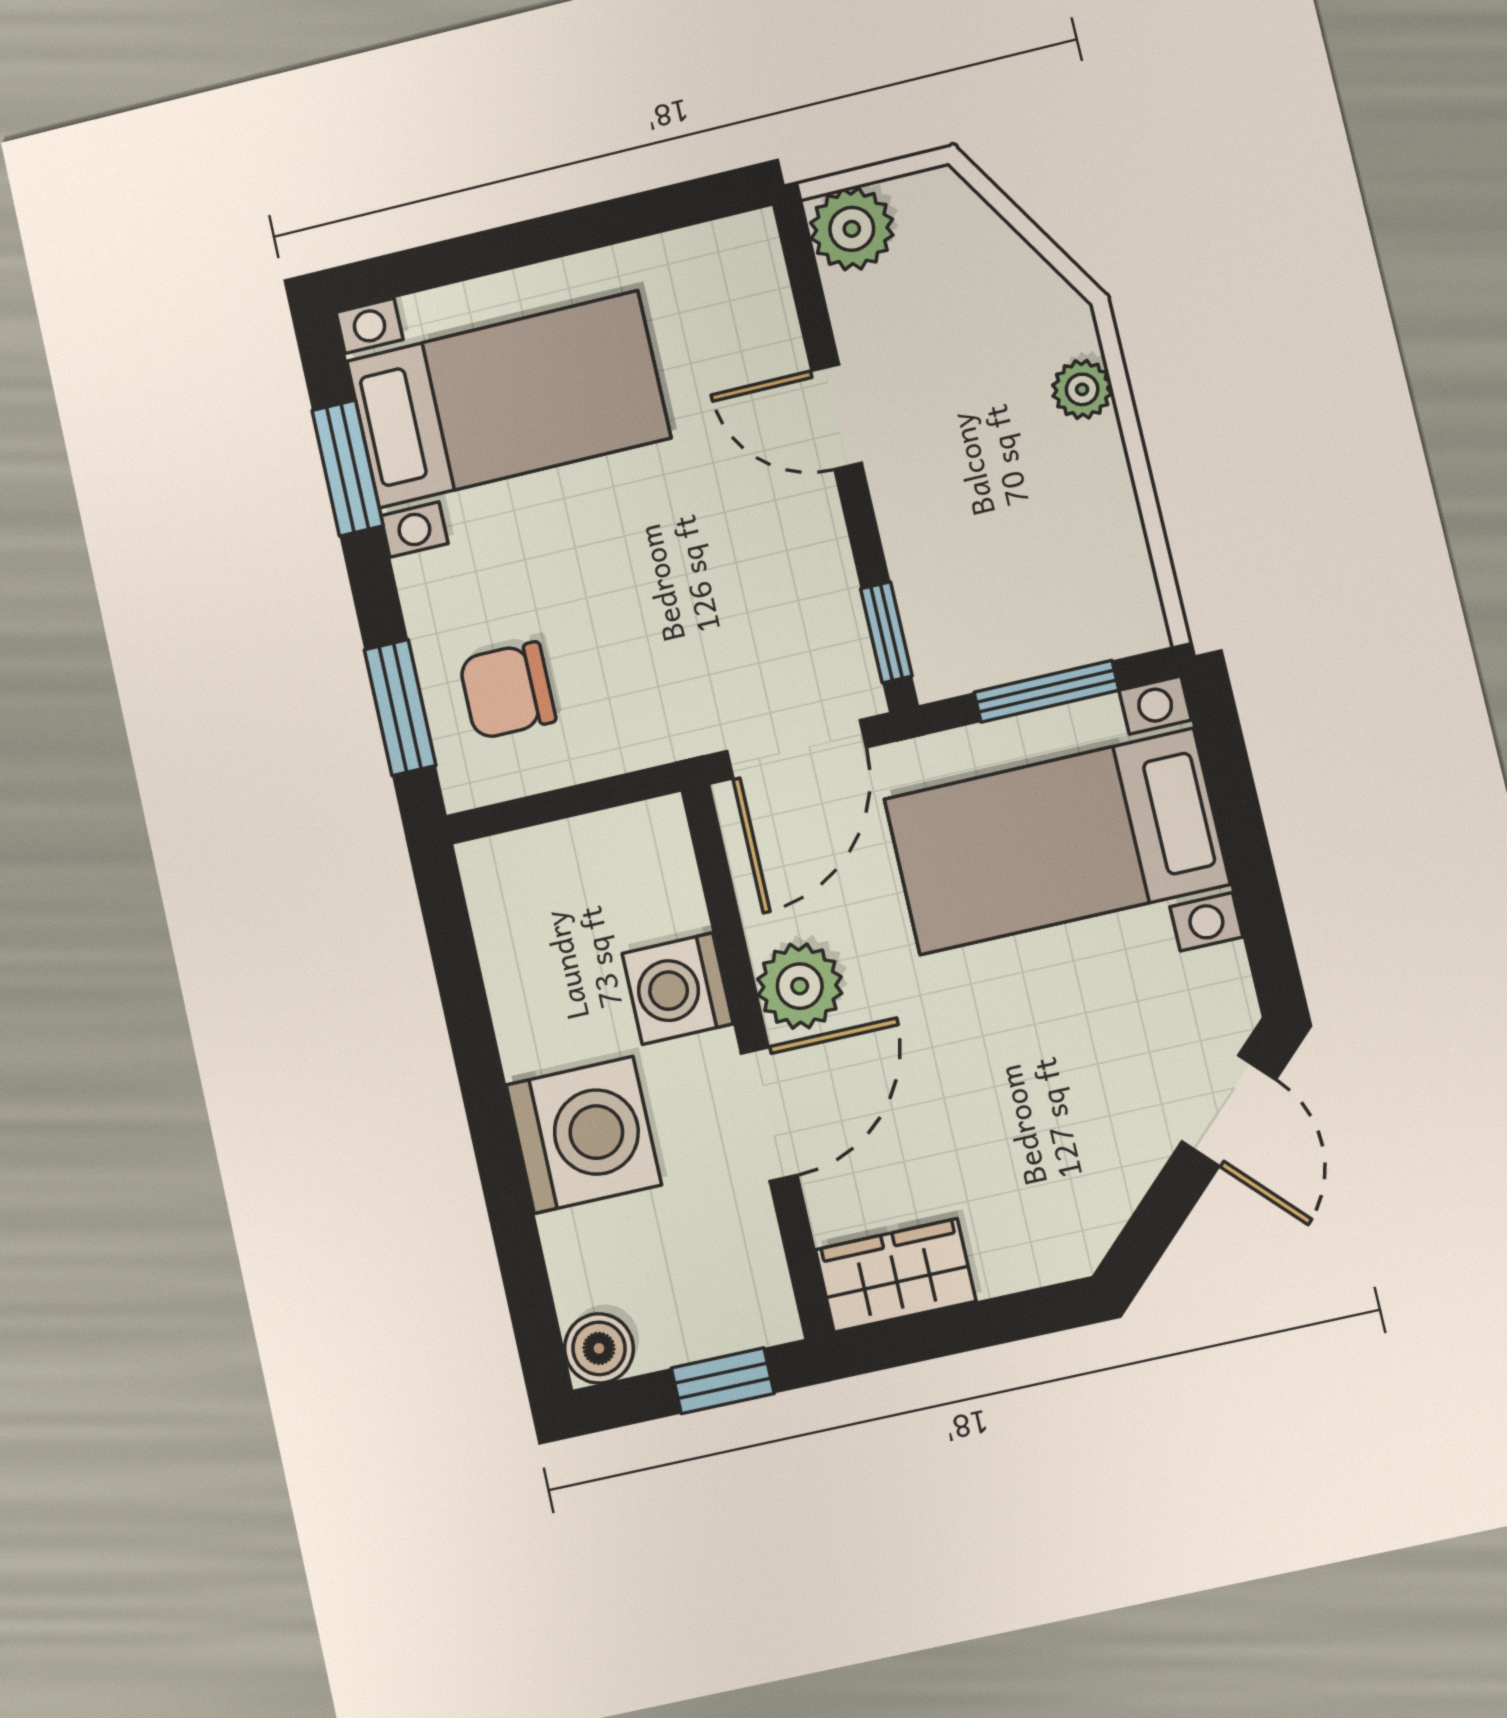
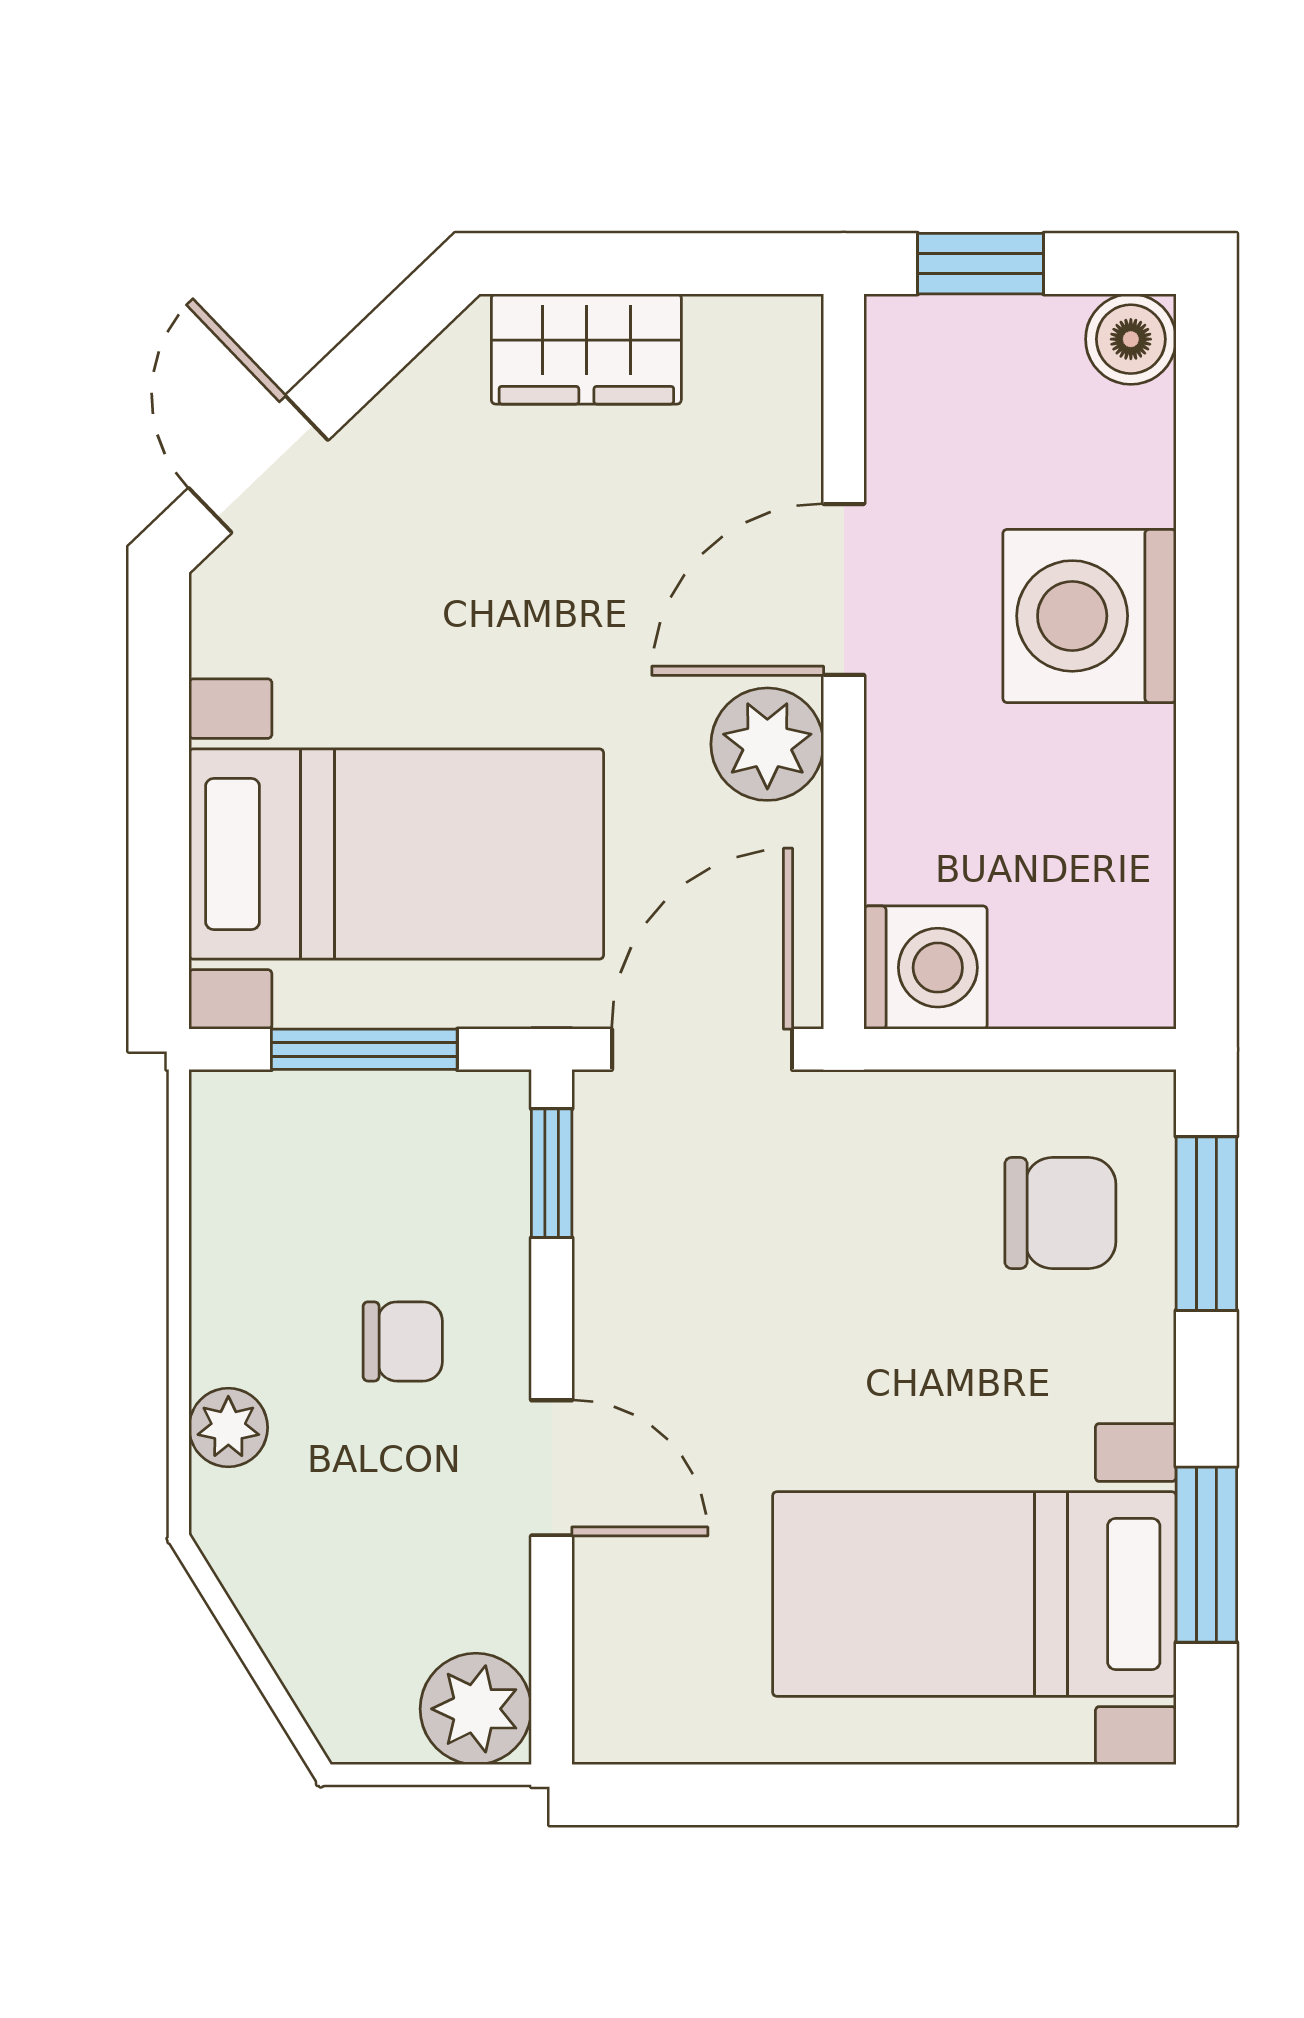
chair: (968, 483) -> (403, 1341), added
washing machine: (678, 989) -> (925, 968), moved
wardrobe: (896, 1275) -> (586, 349), moved

